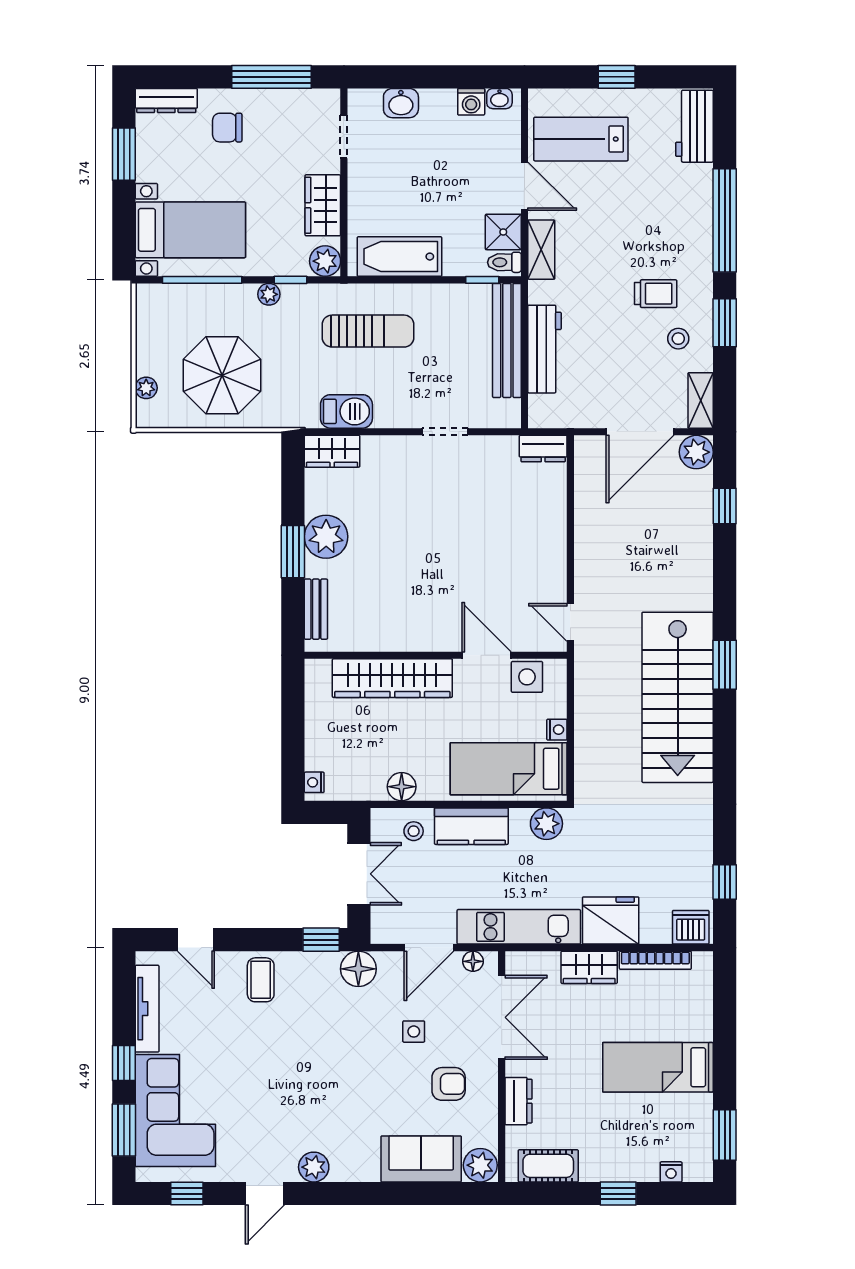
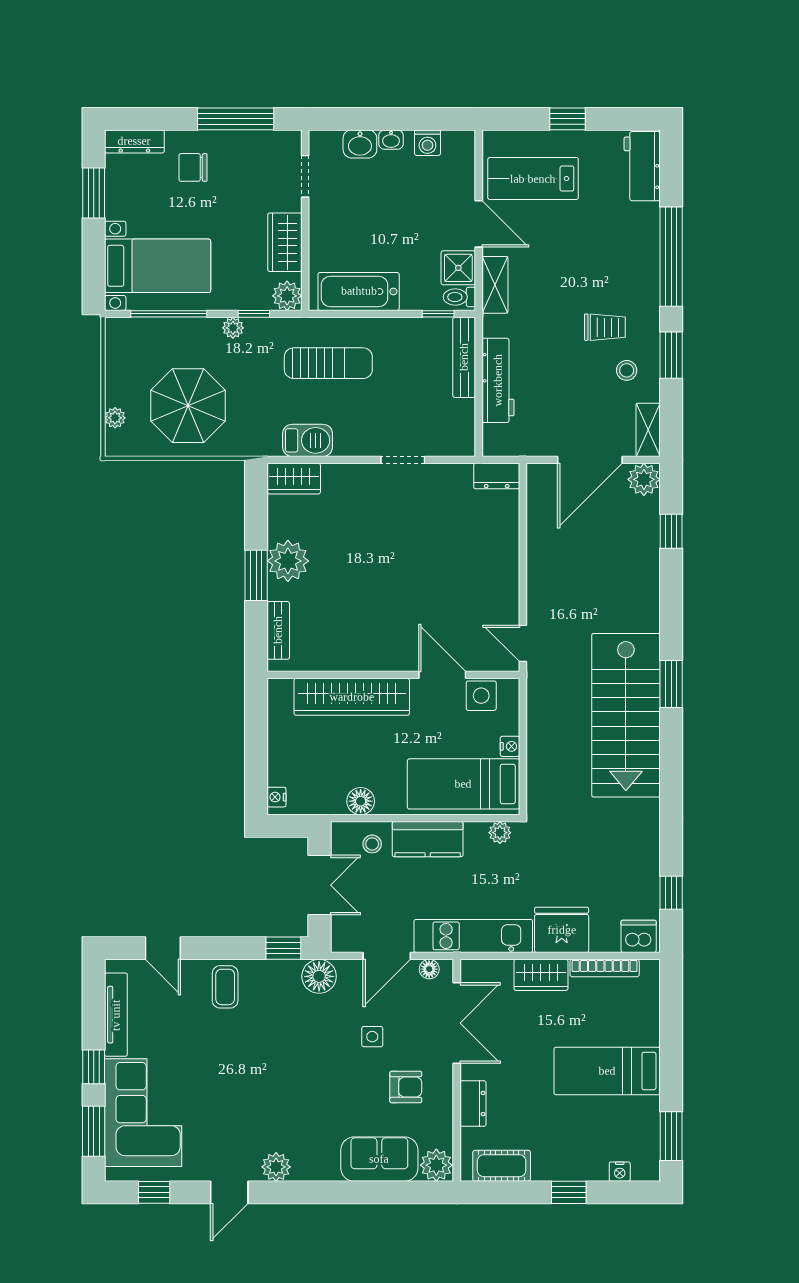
washbasin: (499, 99) -> (391, 140), moved
bench: (507, 340) -> (464, 357), width x0.73, depth x0.82
plant: (546, 824) -> (500, 833), width x0.73, depth x0.73

